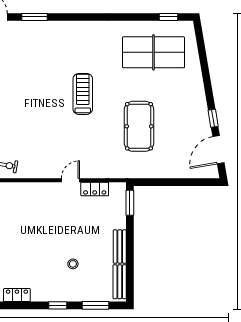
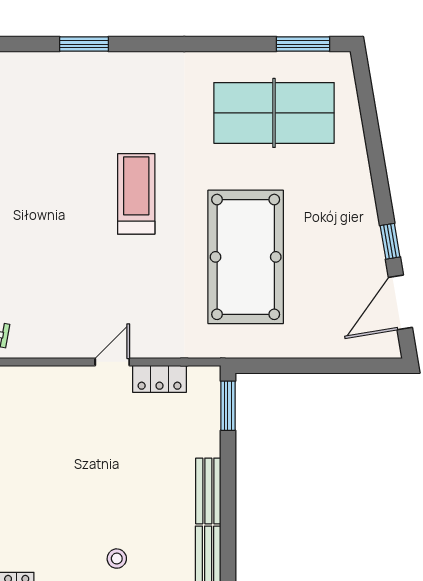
window: (35, 17) -> (84, 44), moved
window: (168, 17) -> (303, 44), width x1.50
pool table: (139, 126) -> (246, 257), width x1.36, depth x1.32
stool: (73, 264) -> (117, 559), moved

